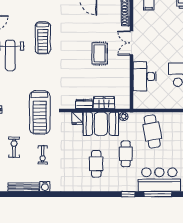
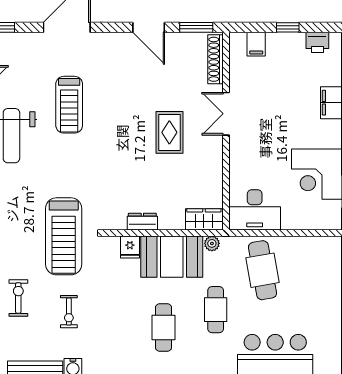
desk: (145, 76) -> (255, 210), moved, turned -90
wardrobe: (104, 103) -> (204, 219), moved

